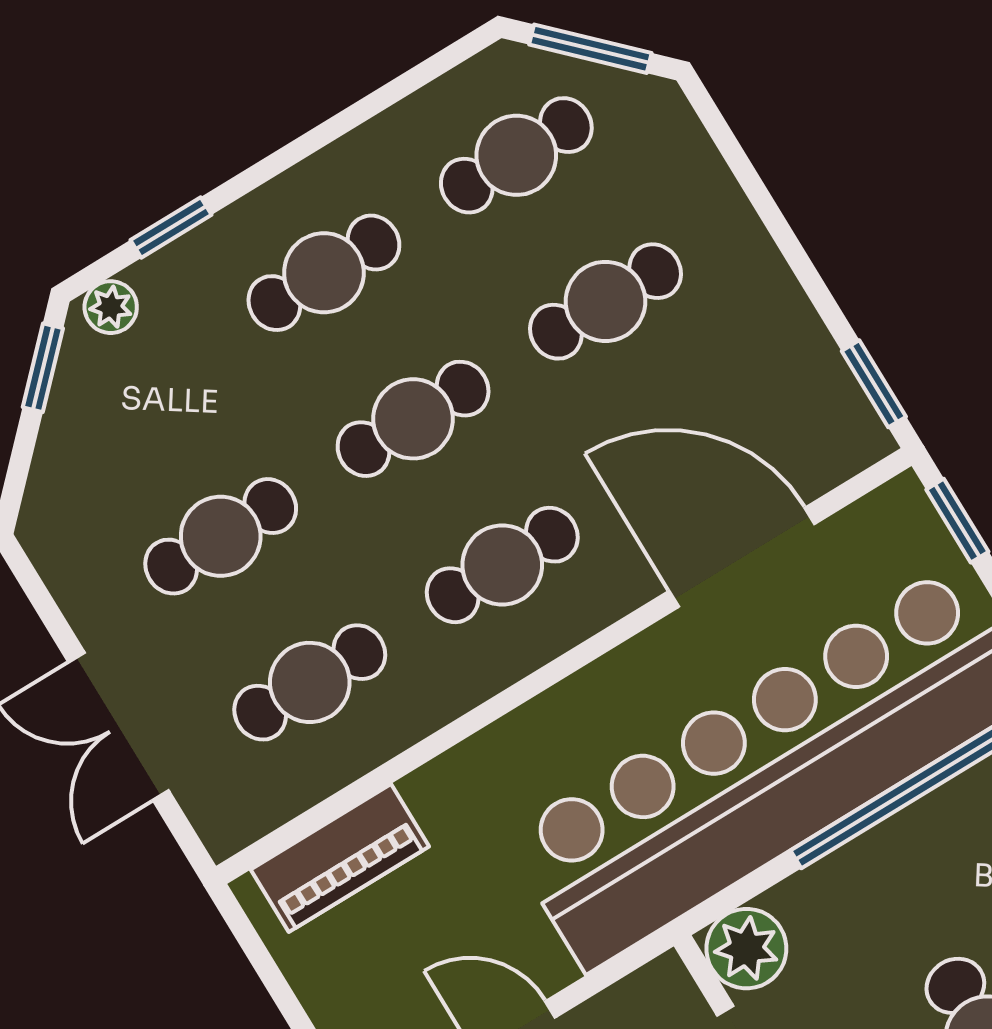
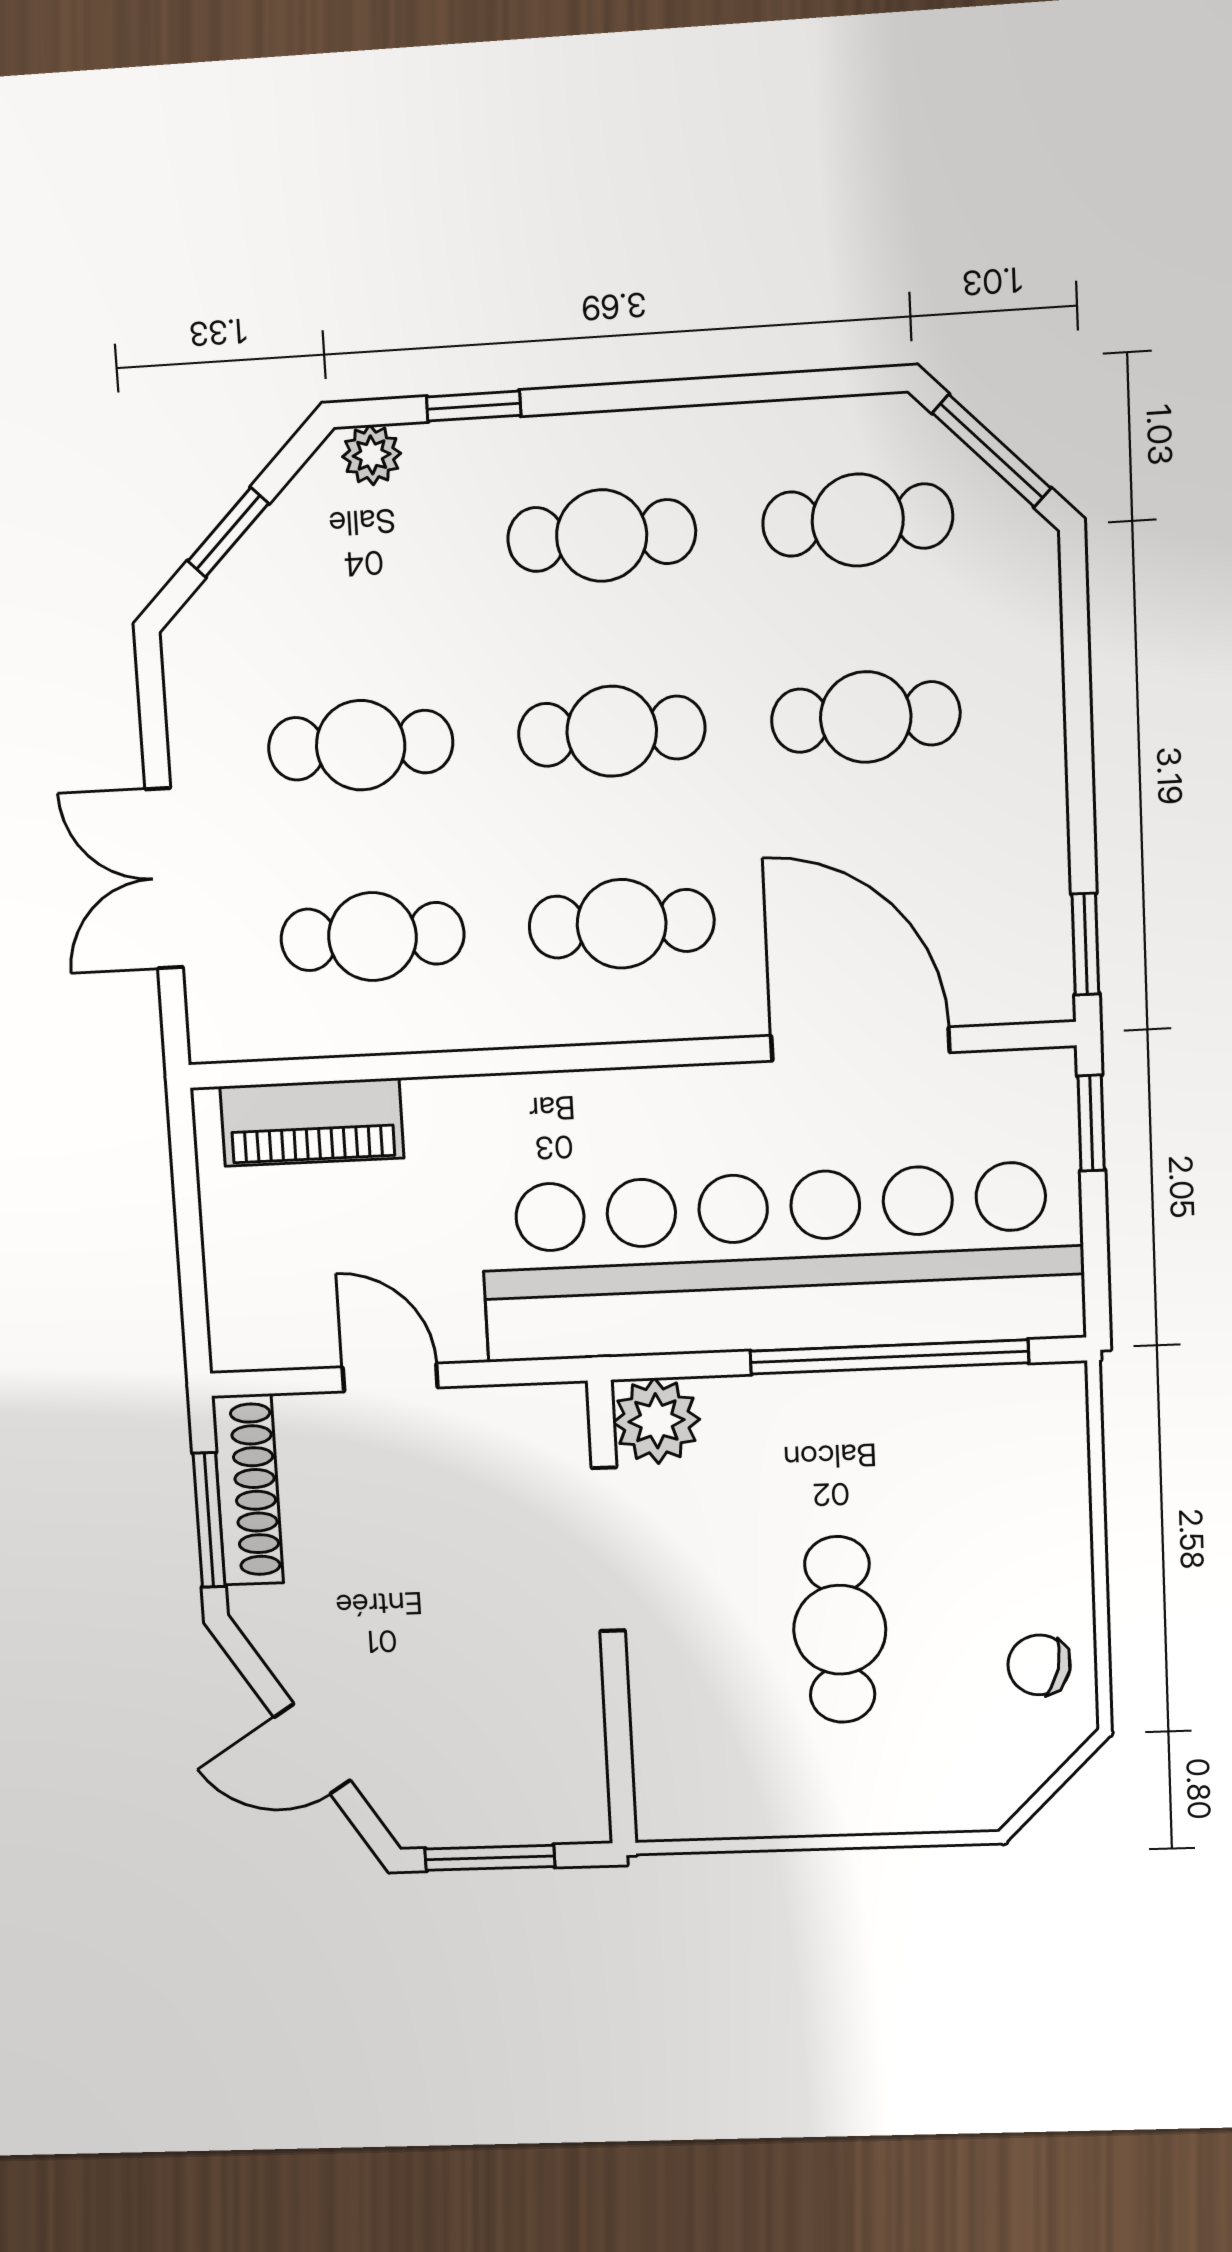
window: (43, 368) -> (228, 532), moved

